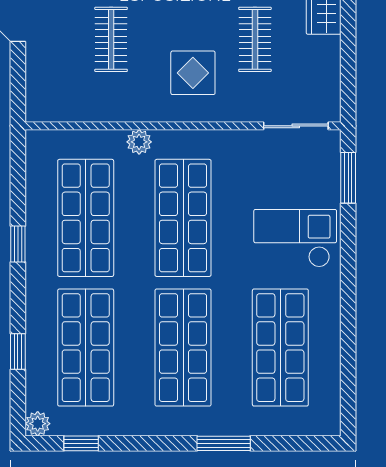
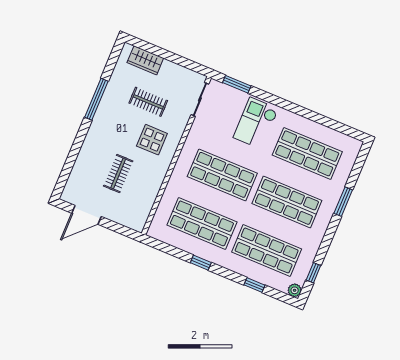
clothes rail: (111, 39) -> (118, 174), turned 90
plant: (139, 142) -> (175, 181), removed

